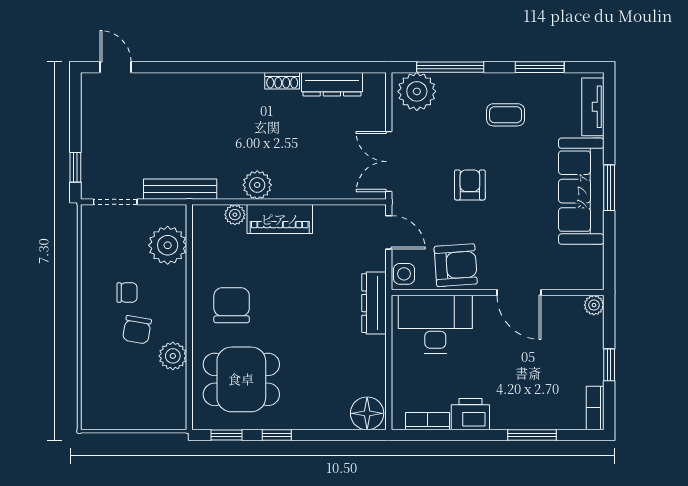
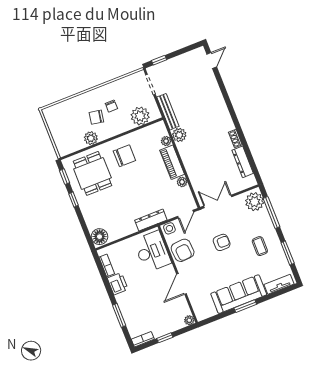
plant: (257, 185) -> (179, 135), moved
plant: (325, 215) -> (182, 182), added

